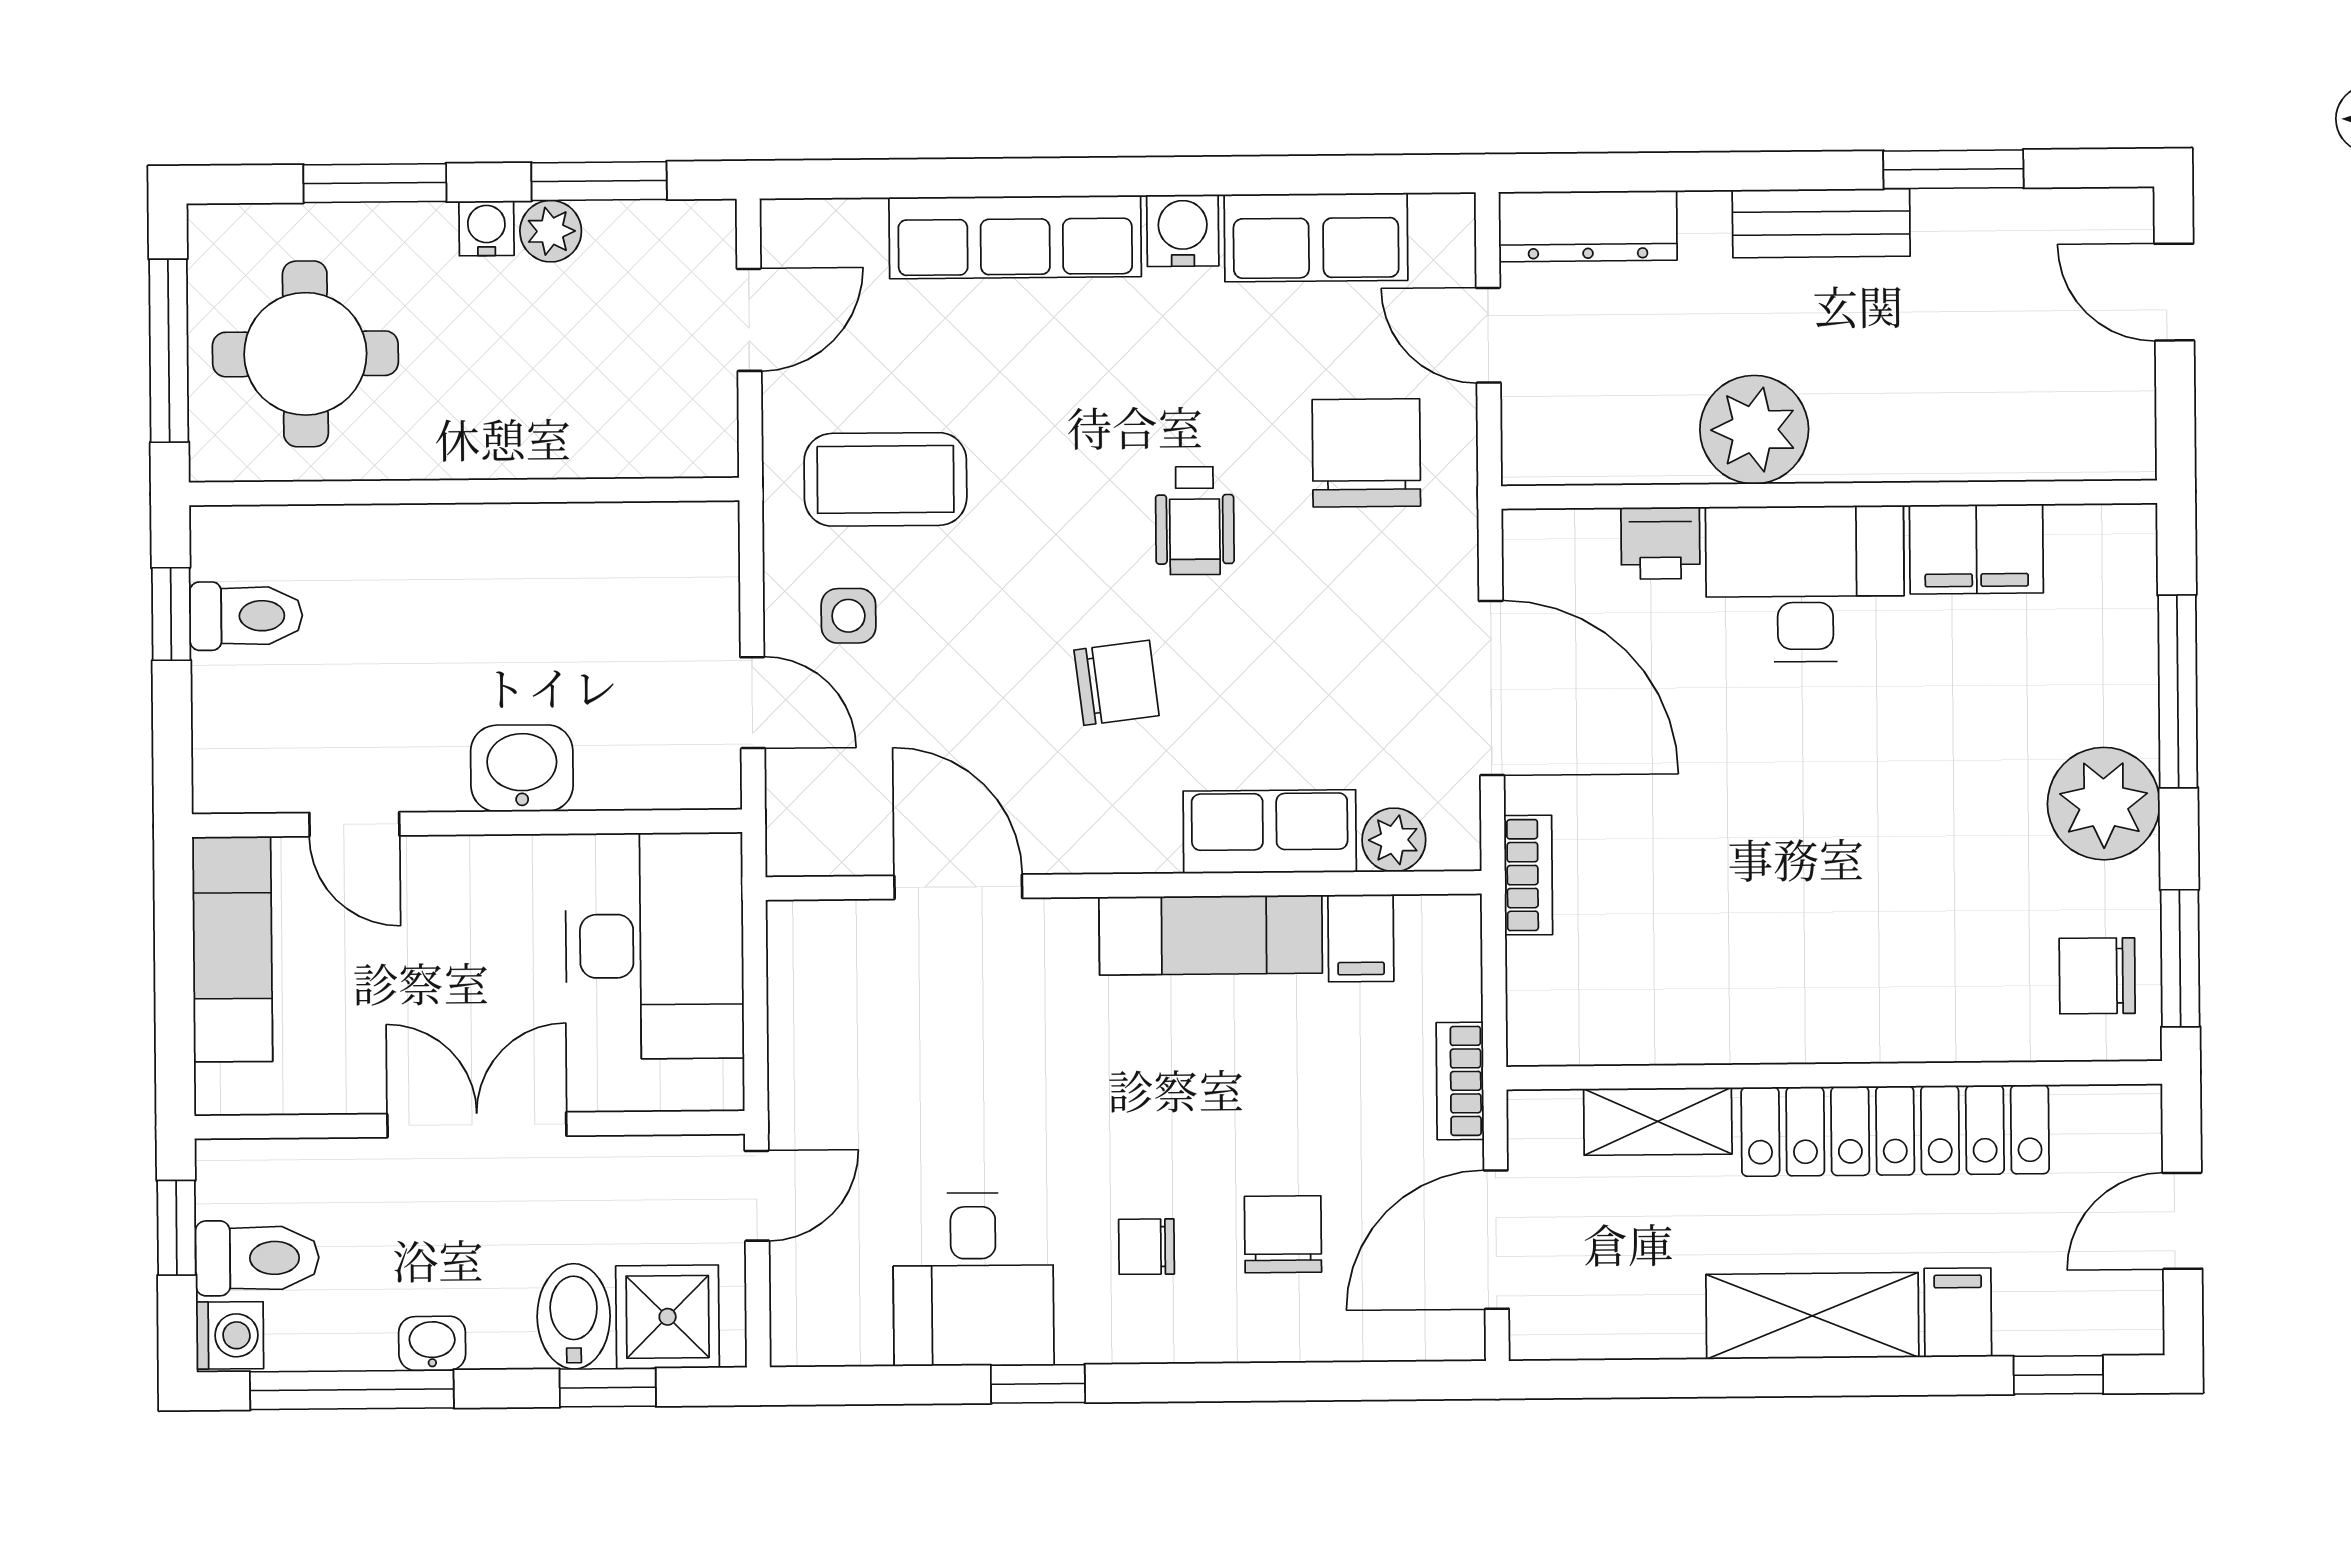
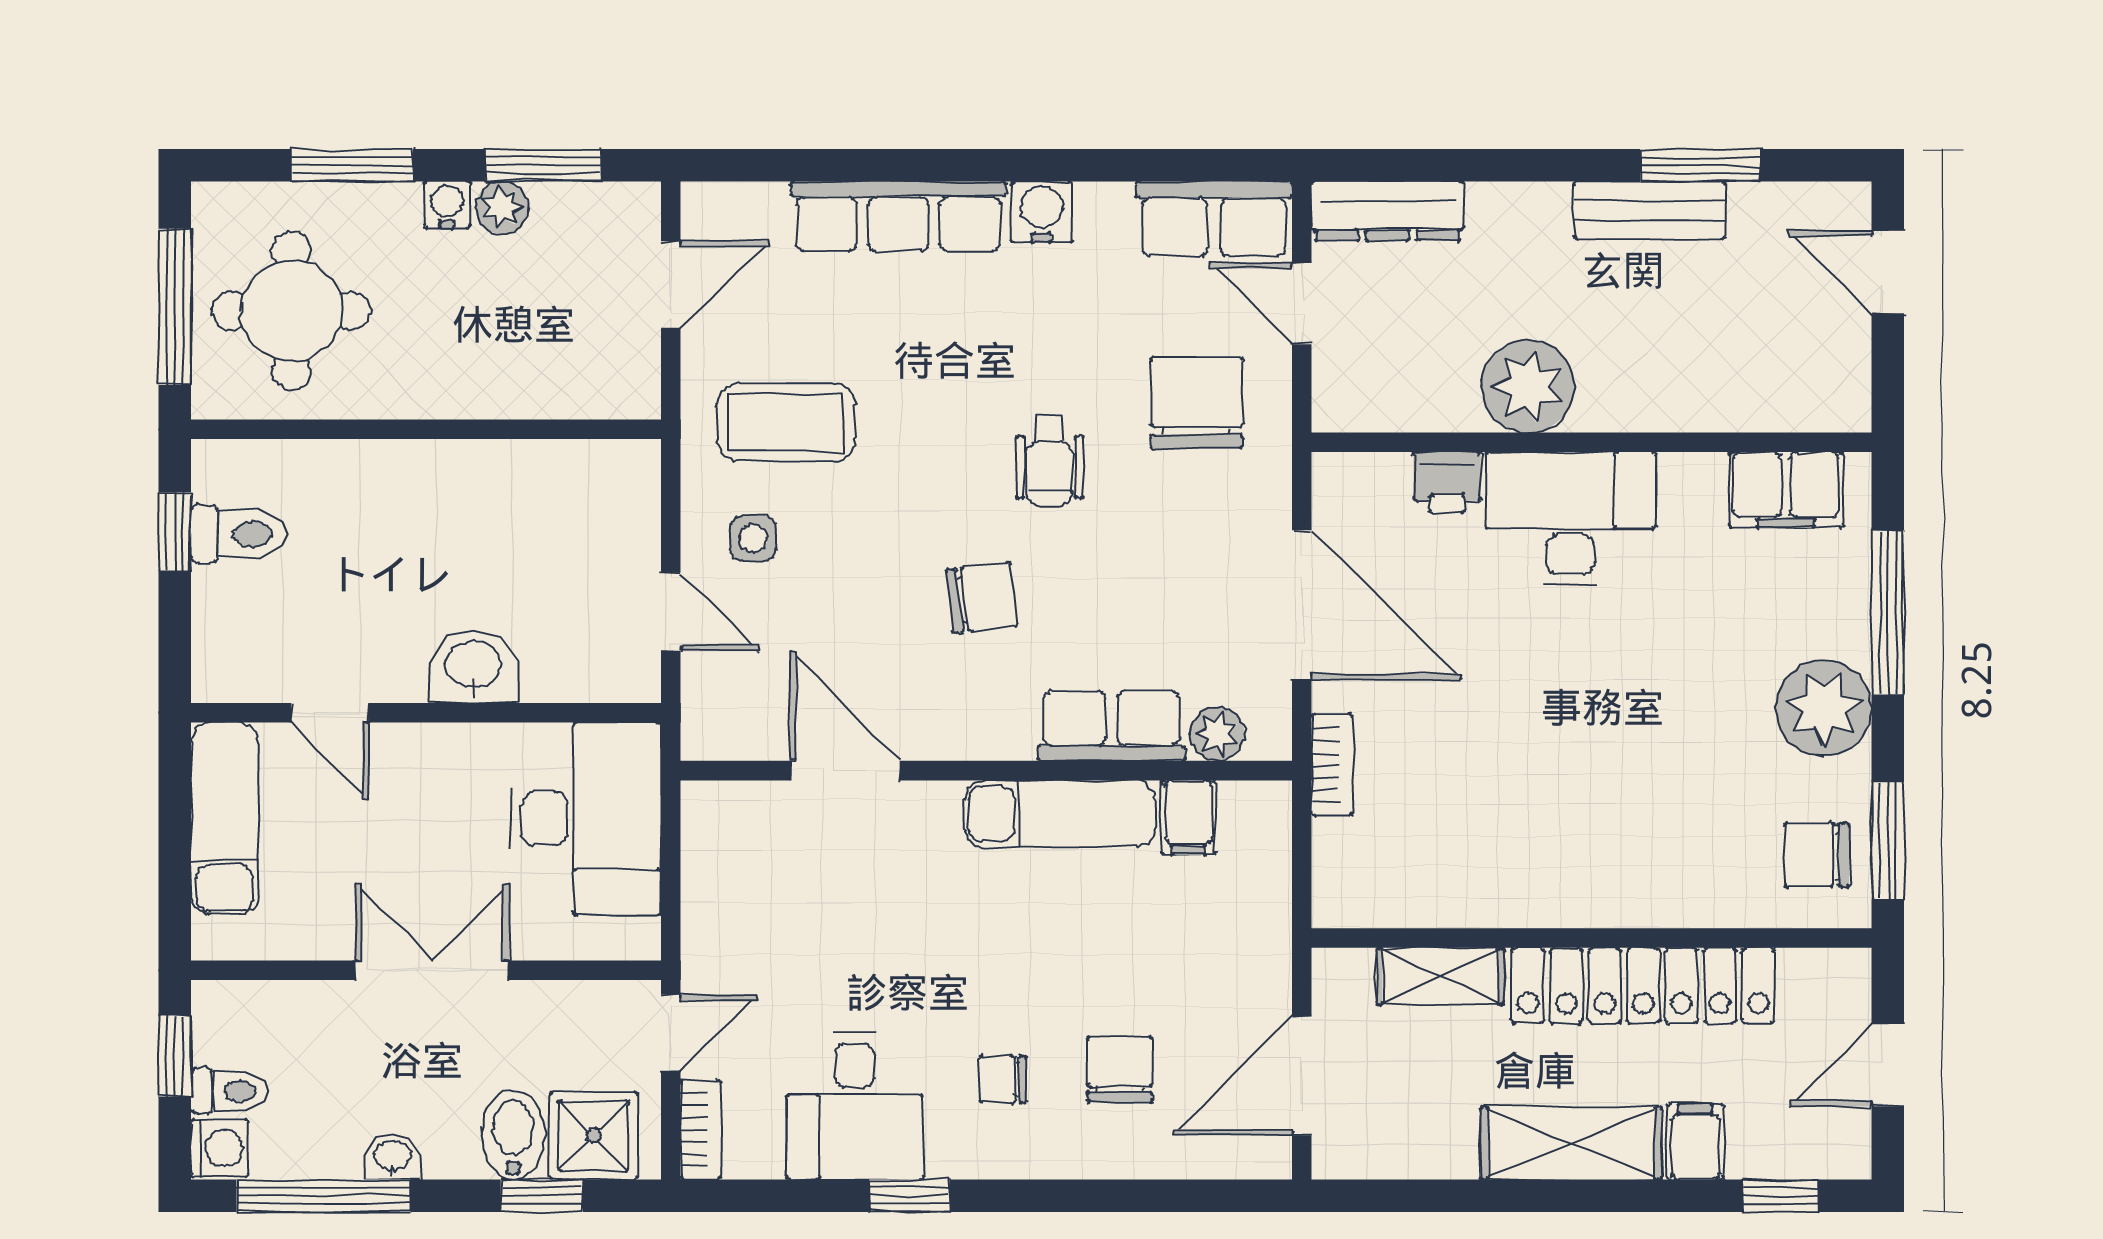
bench: (1821, 223) -> (1649, 210), moved
row of seats: (1316, 237) -> (1214, 219), moved
filing cabinet: (1976, 549) -> (1786, 490), moved
bookcase: (1460, 1081) -> (700, 1130), moved, turned 180
toilet: (257, 1258) -> (229, 1091), width x0.73, depth x0.72

